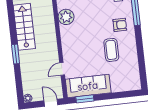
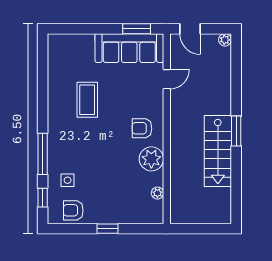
armchair: (120, 25) -> (142, 128), moved
window: (16, 54) -> (236, 131), moved

